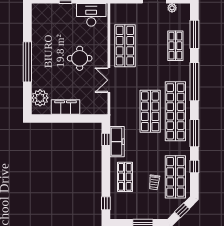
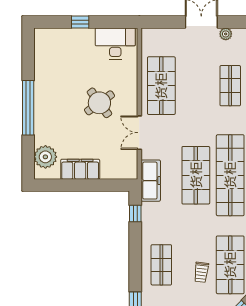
round table: (80, 58) -> (99, 103), turned -36
freezer: (117, 142) -> (151, 181), moved

